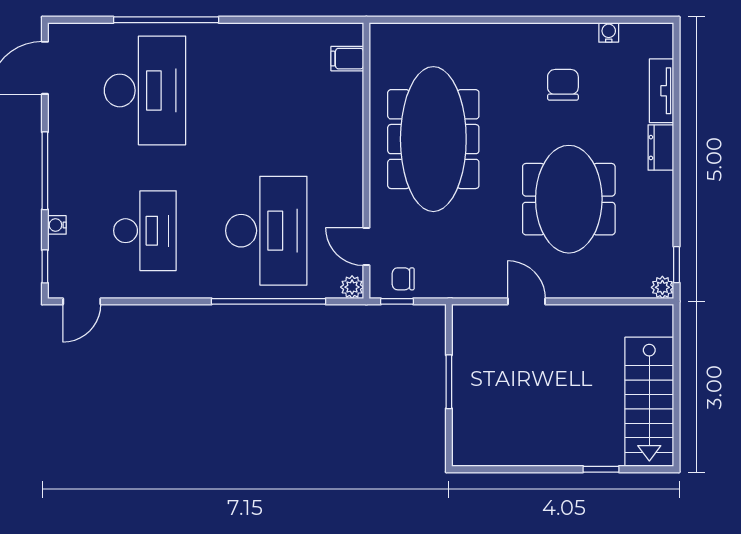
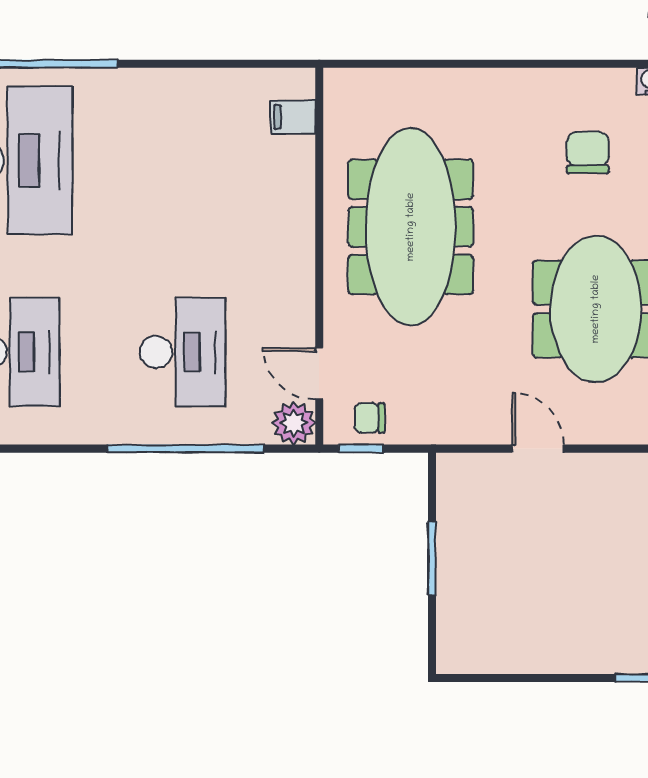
desk: (266, 231) -> (182, 352), width x0.73, depth x0.77
plant: (352, 287) -> (294, 423), width x1.38, depth x1.38

